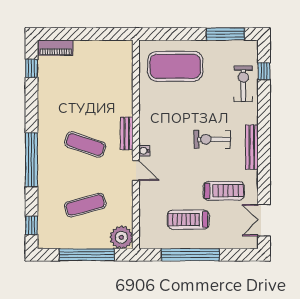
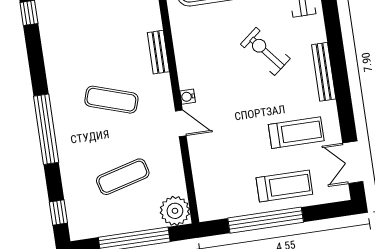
bench: (127, 133) -> (158, 52), moved
exercise bike: (212, 139) -> (265, 51), moved, turned 51
treadmill: (188, 220) -> (284, 186), moved, turned 180

